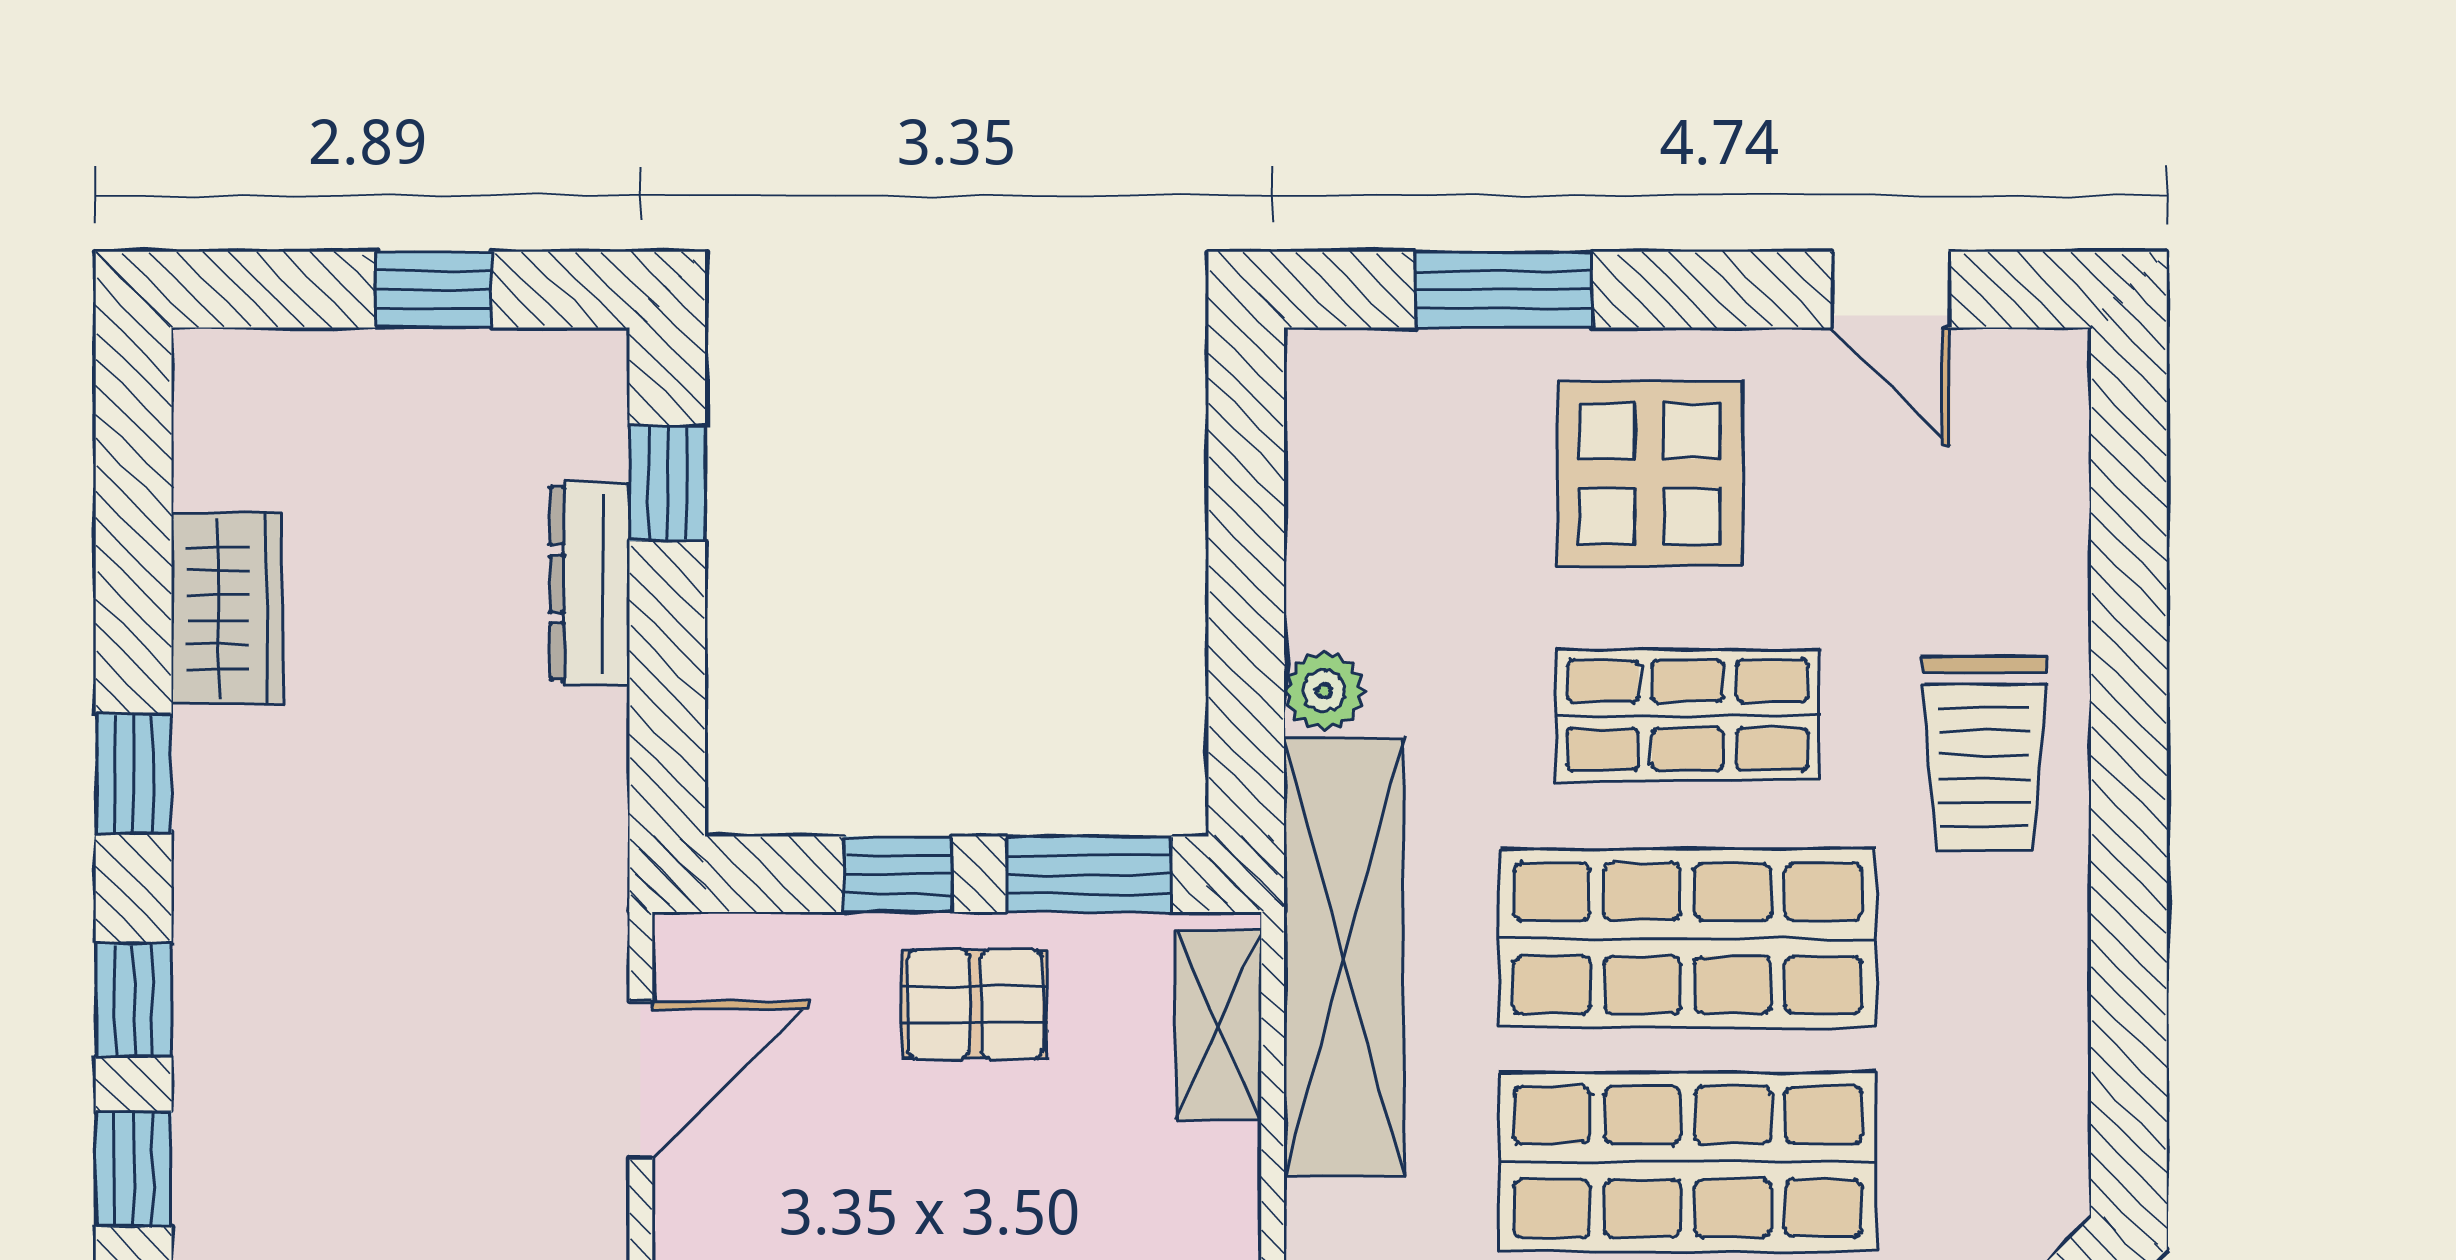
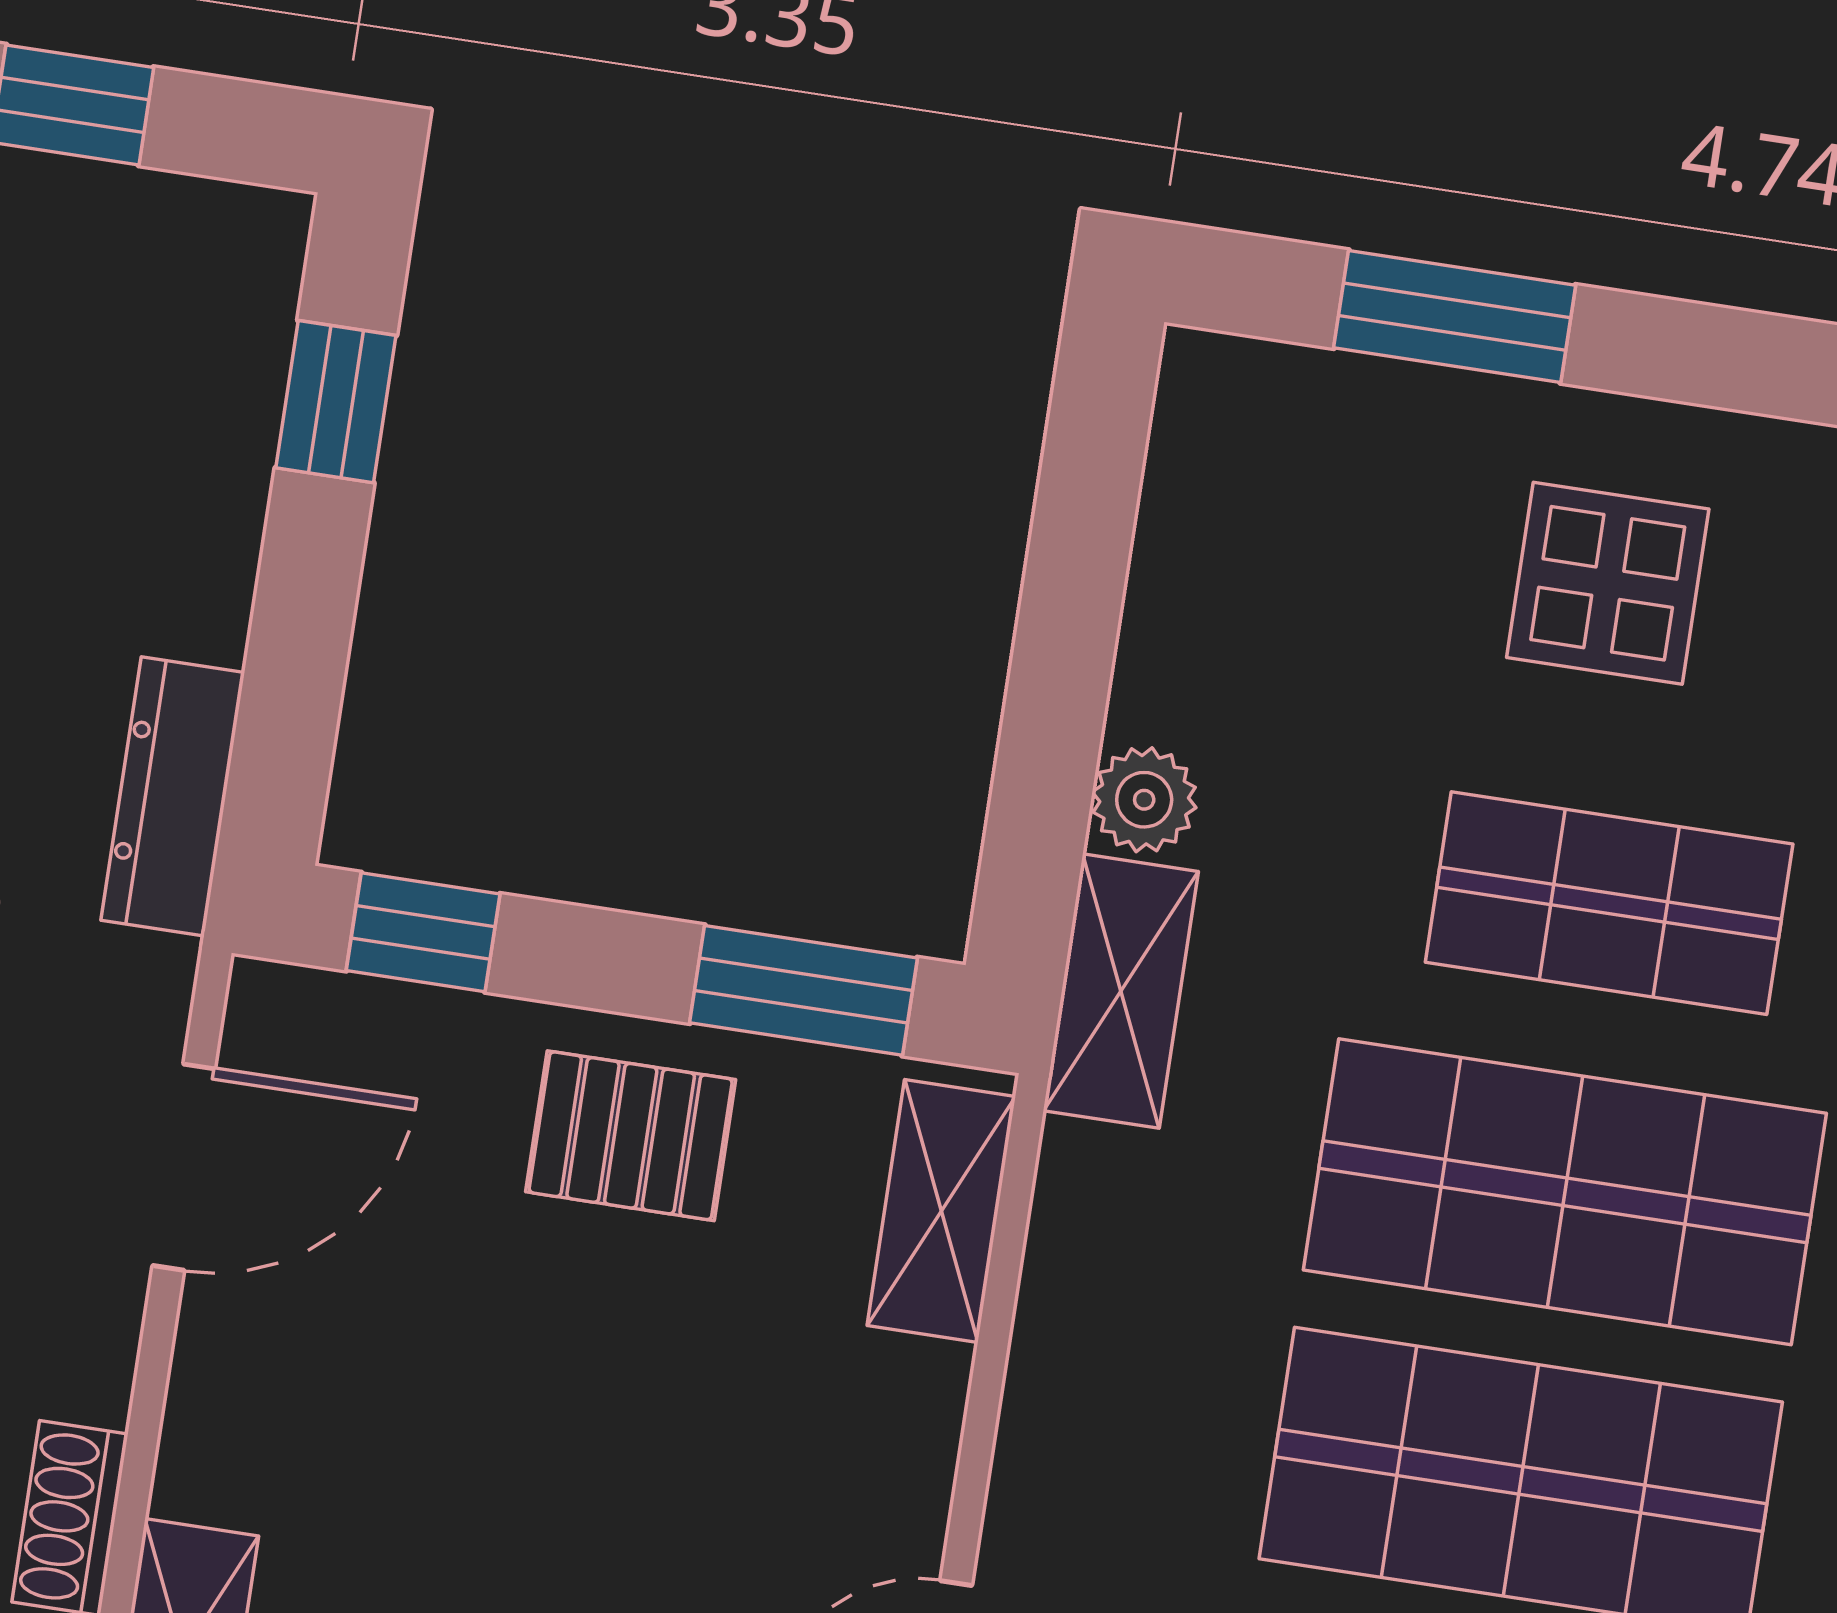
display table: (1650, 474) -> (1608, 583), width x0.73, depth x0.73
dresser: (590, 584) -> (173, 796), moved
window: (897, 874) -> (423, 932), moved
shelving: (1344, 957) -> (1121, 991), width x0.45, depth x0.75

